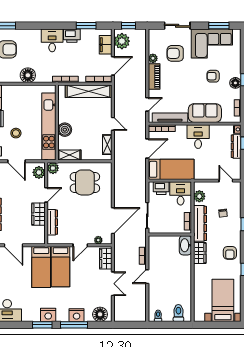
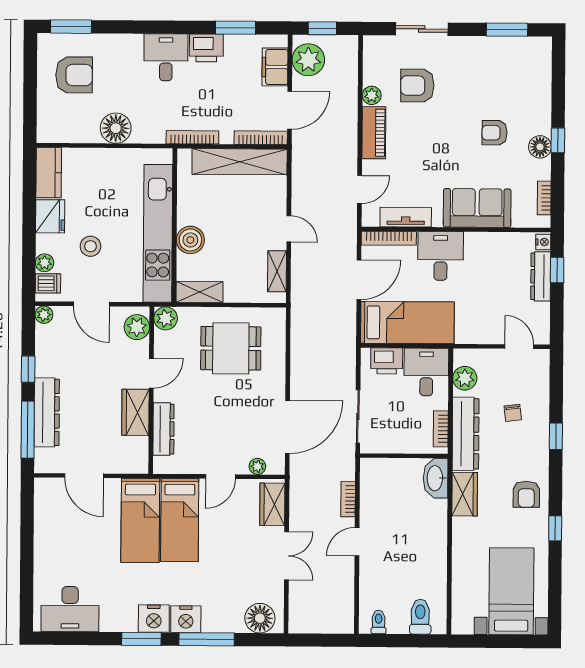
corner sofa: (212, 44) -> (493, 66), removed
tv unit: (170, 118) -> (406, 217), width x0.71
desk: (198, 137) -> (441, 256), moved
nightstand: (77, 315) -> (186, 619), moved

